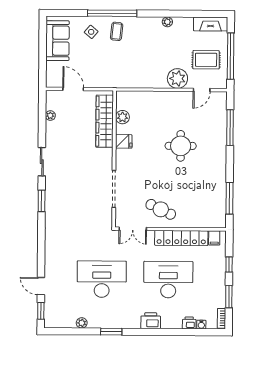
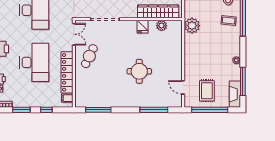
window: (194, 14) -> (243, 81), added
plant: (177, 78) -> (192, 26), moved
double door: (133, 229) -> (74, 34), swing flipped

